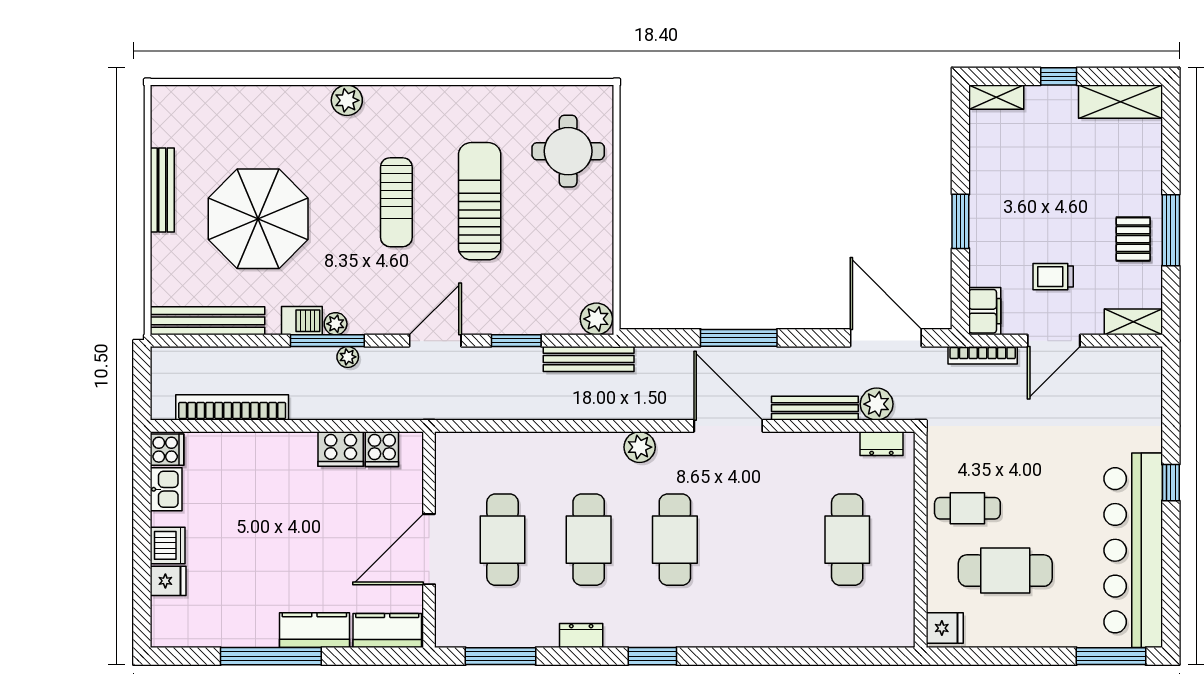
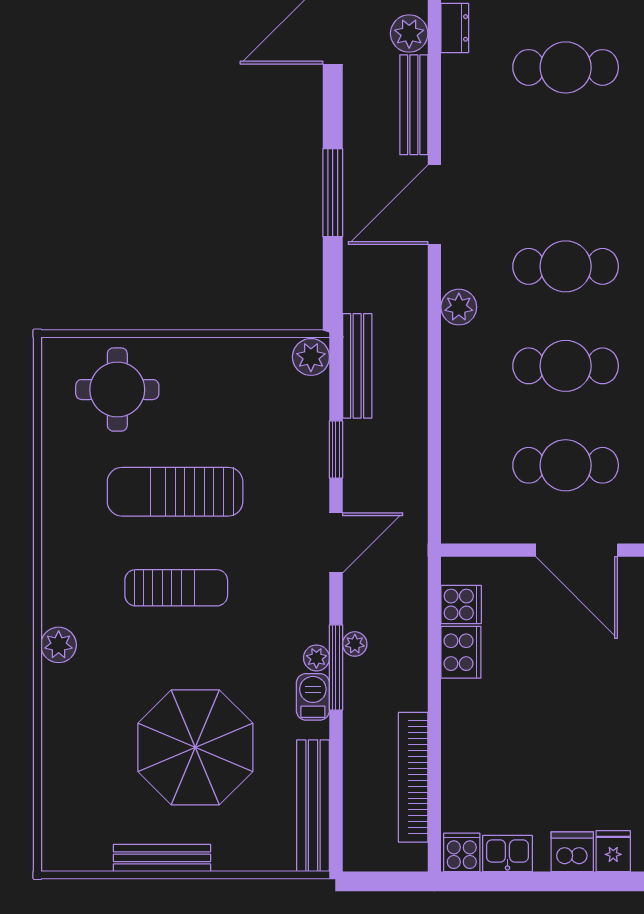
door: (435, 341) -> (336, 543), swing flipped

